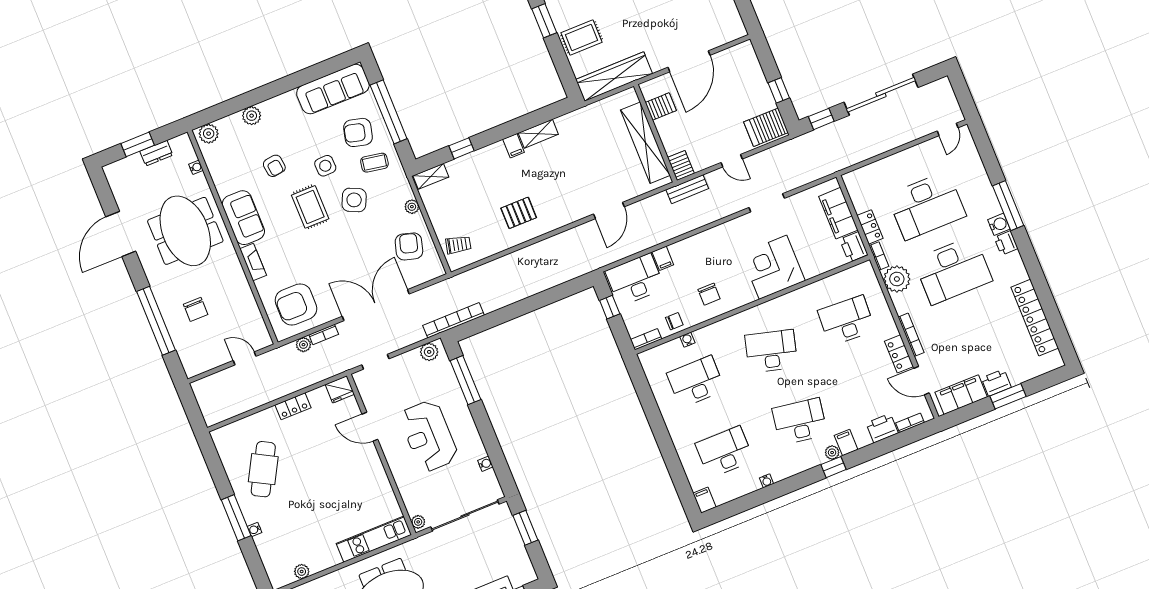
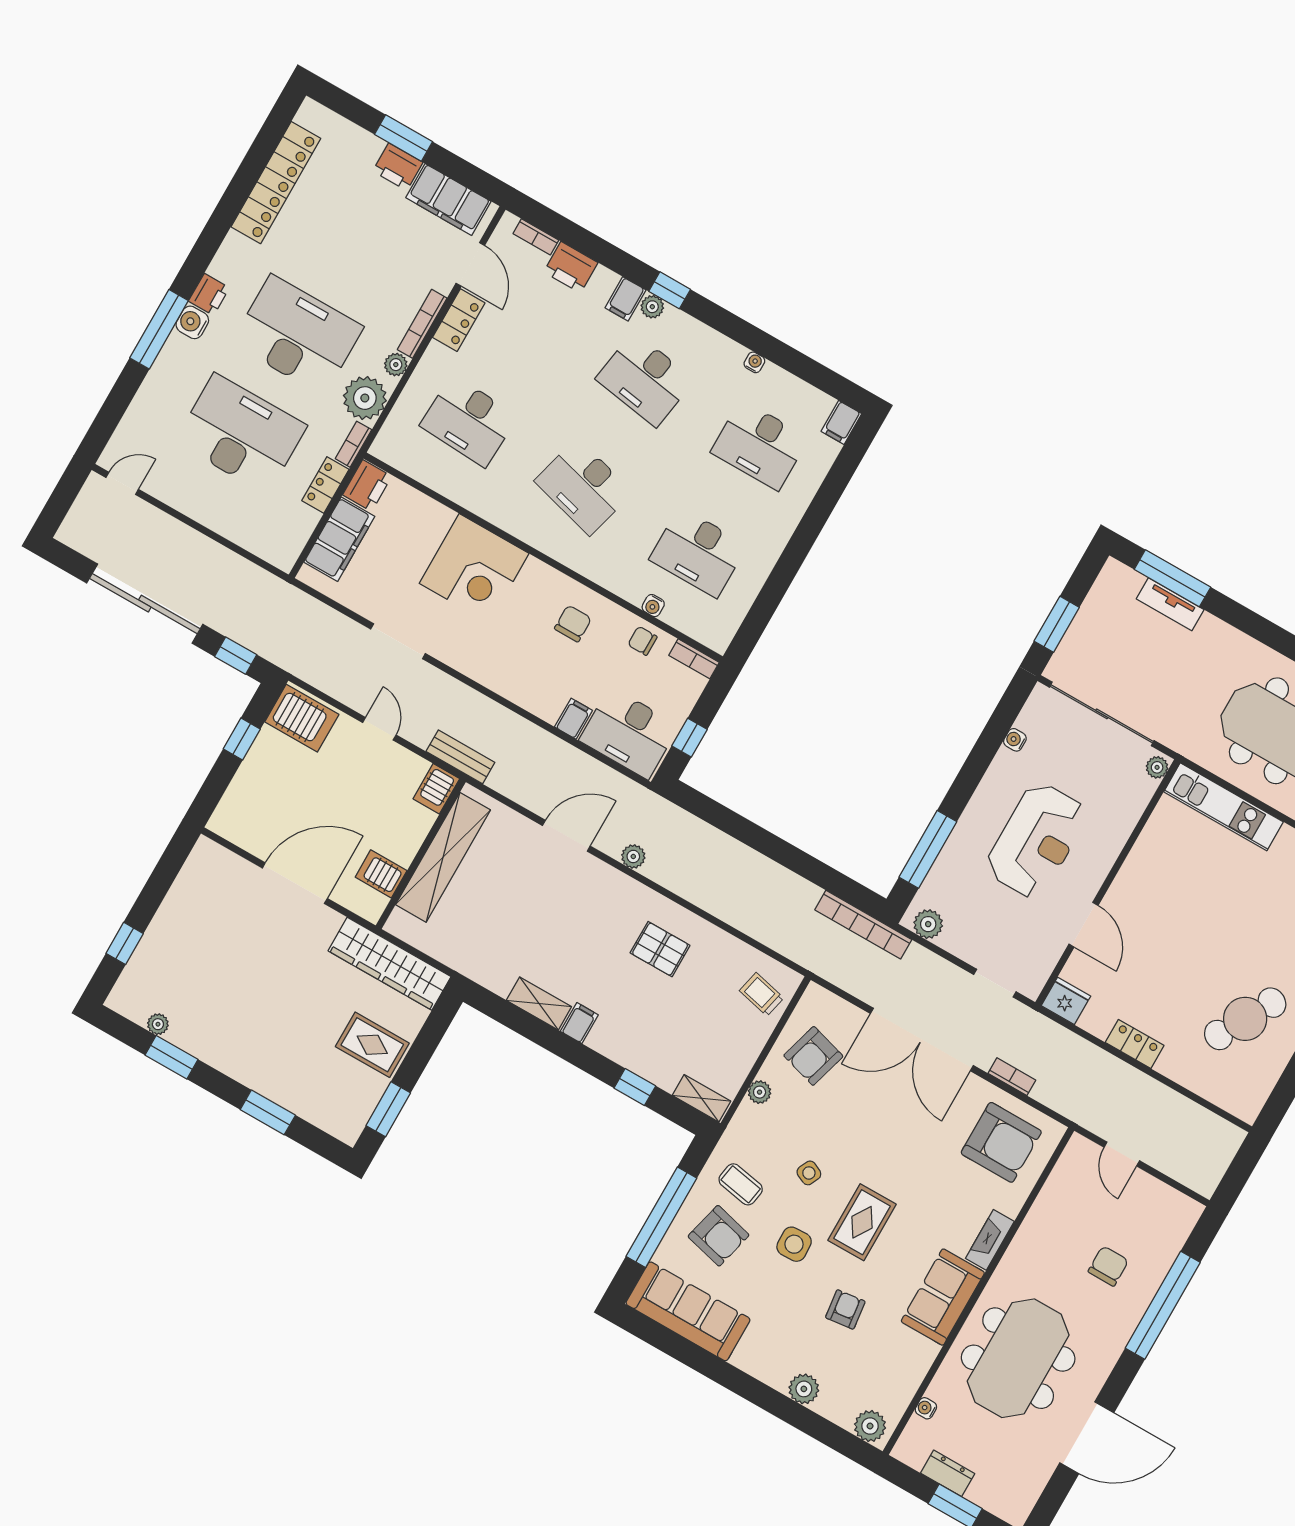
side table: (354, 200) -> (809, 1173), width x0.54, depth x0.54
plant: (901, 307) -> (396, 365), added
plant: (303, 345) -> (633, 856), moved

